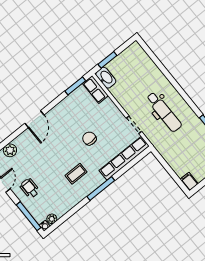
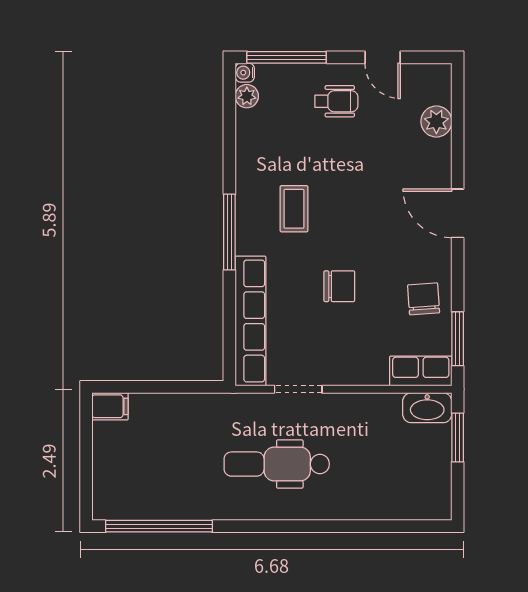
chair: (71, 108) -> (424, 299), added

